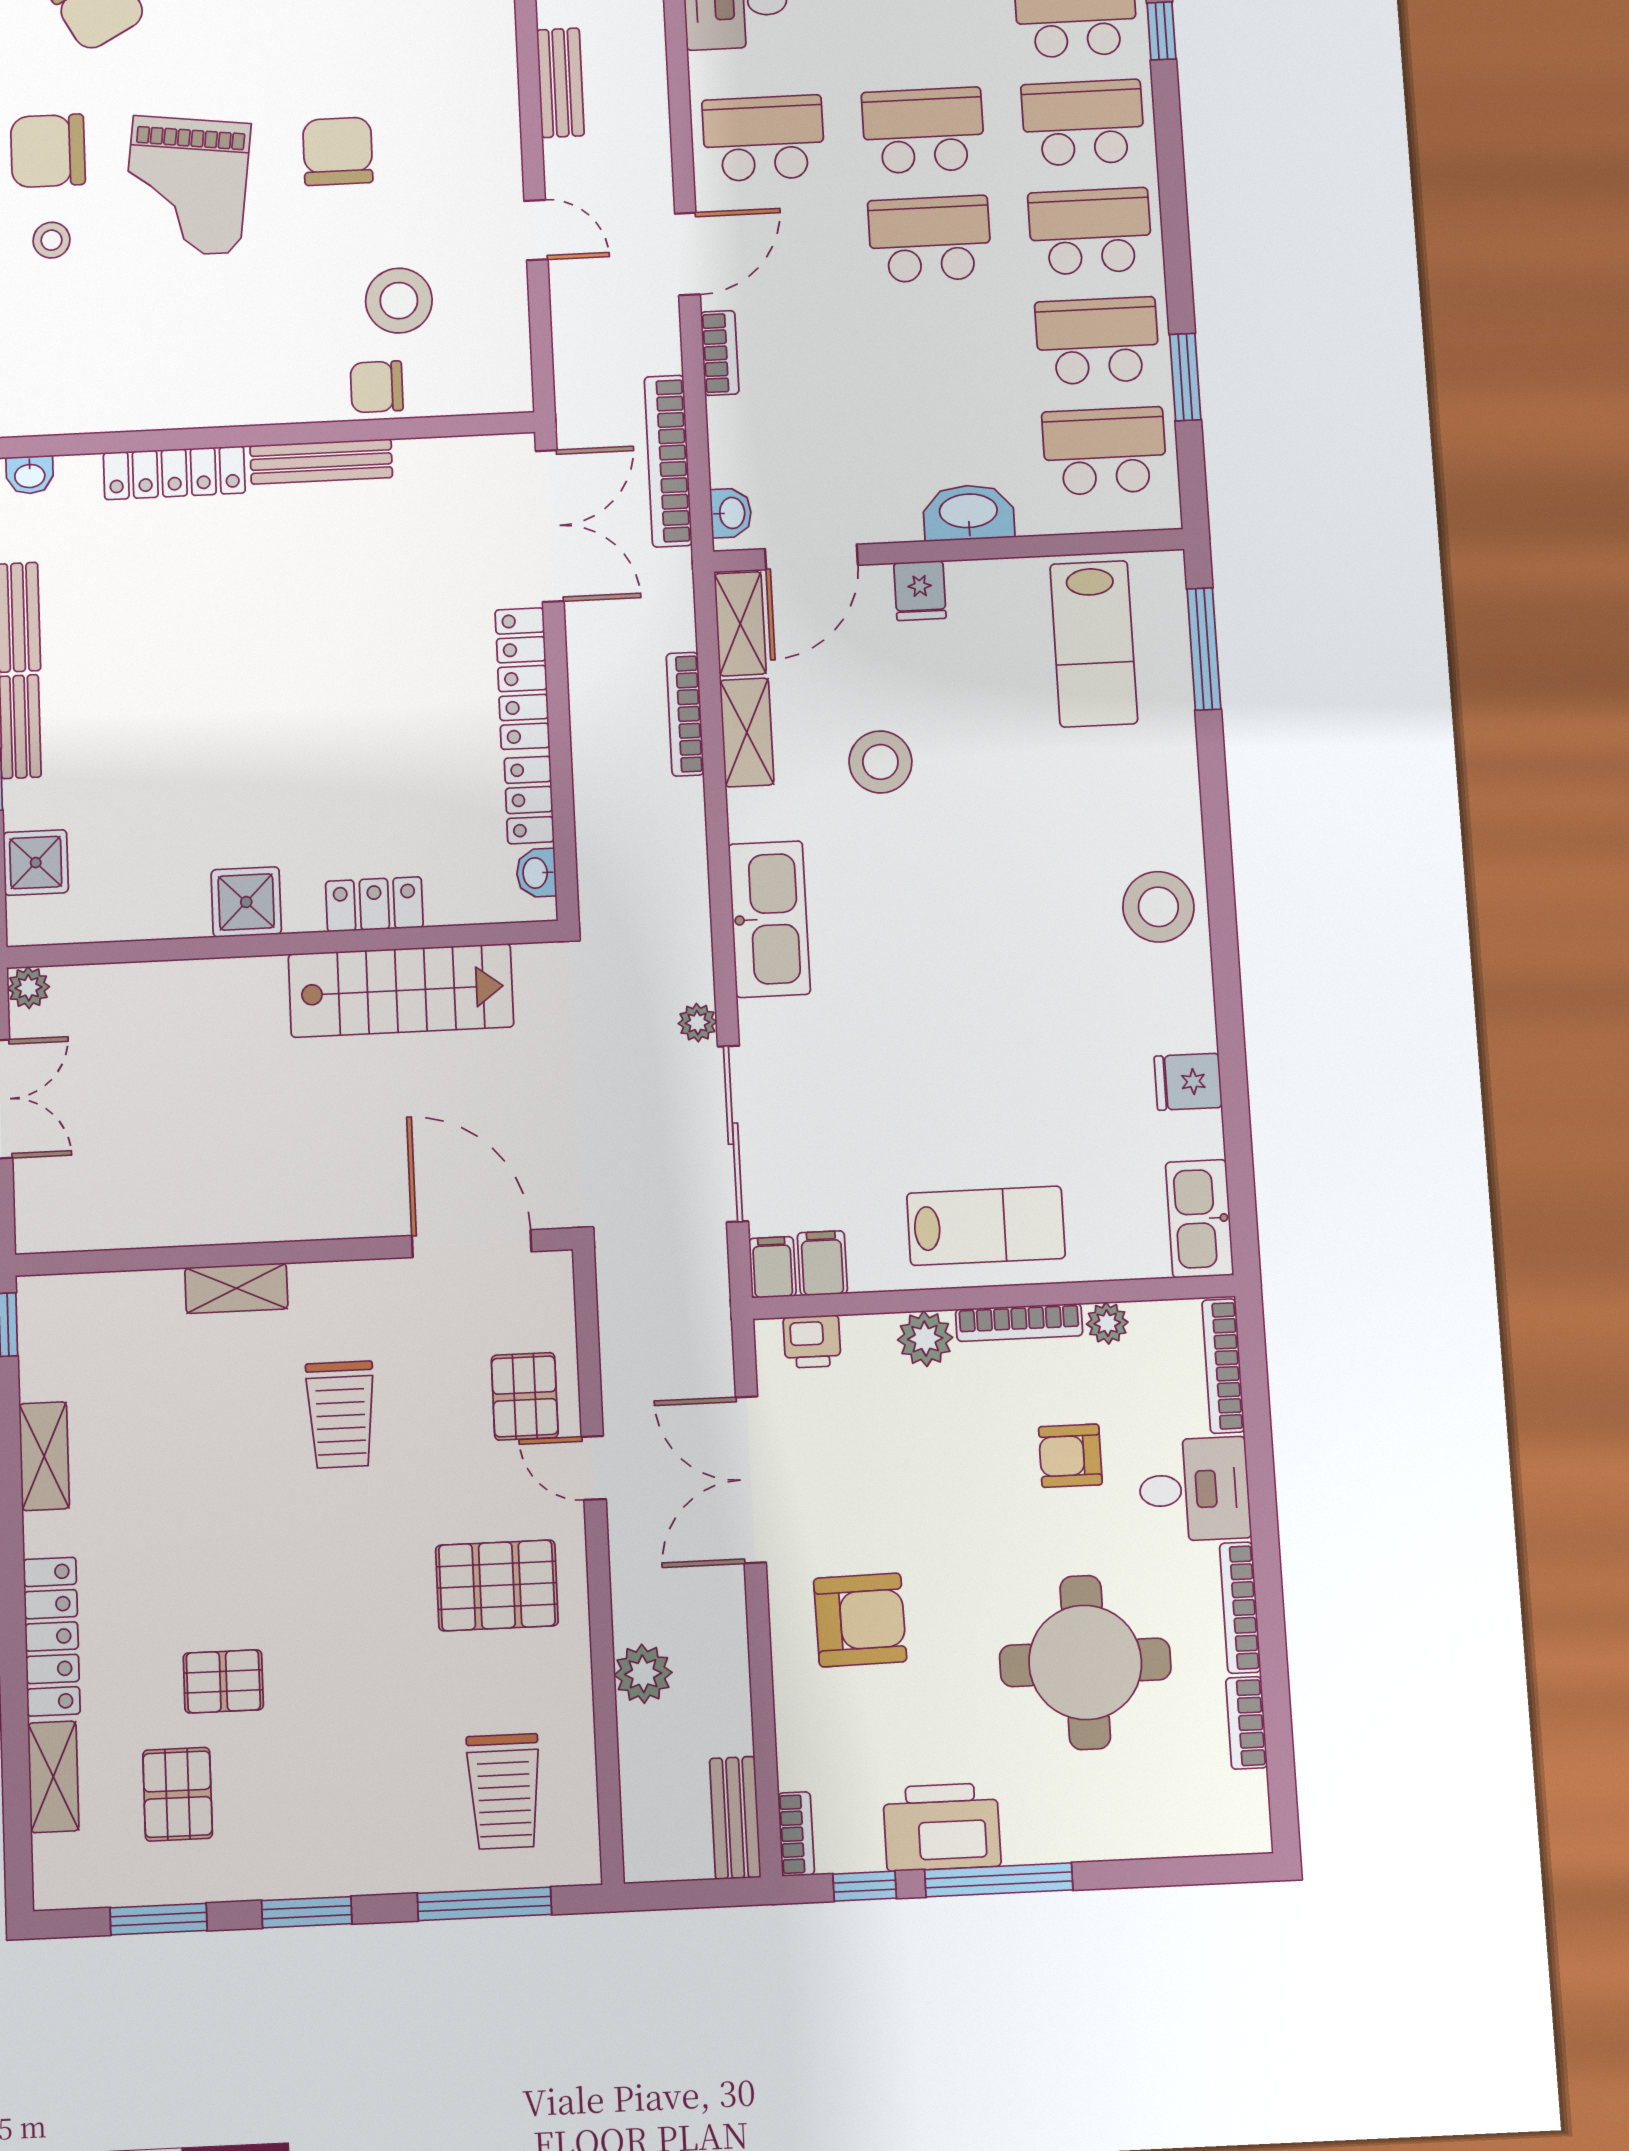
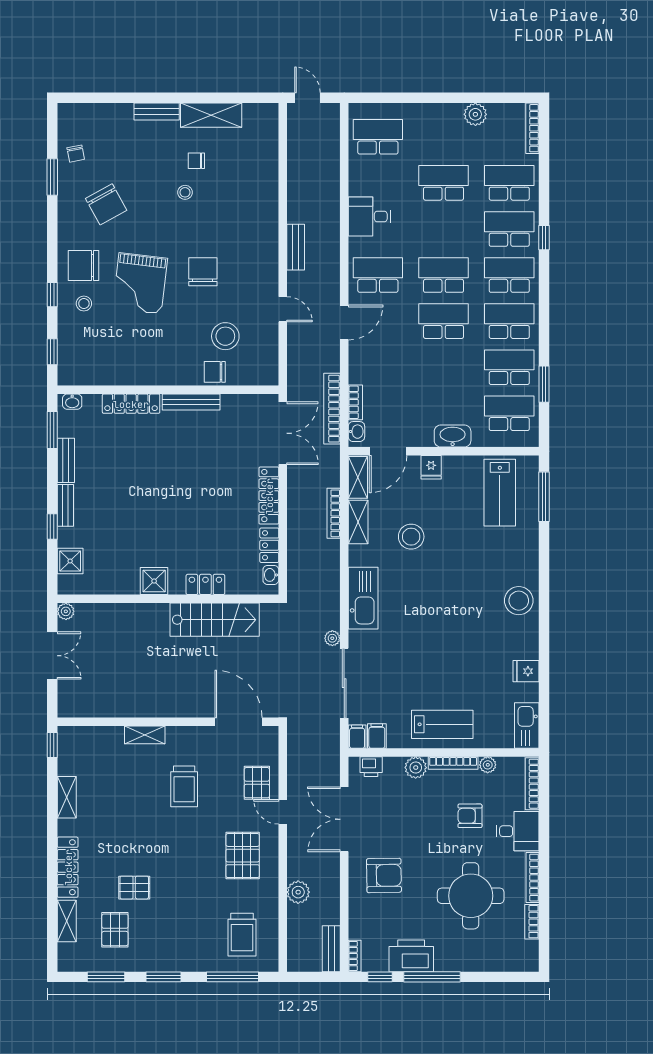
bookcase: (720, 353) -> (355, 402), moved
pallet: (497, 1585) -> (243, 856), turned 90

